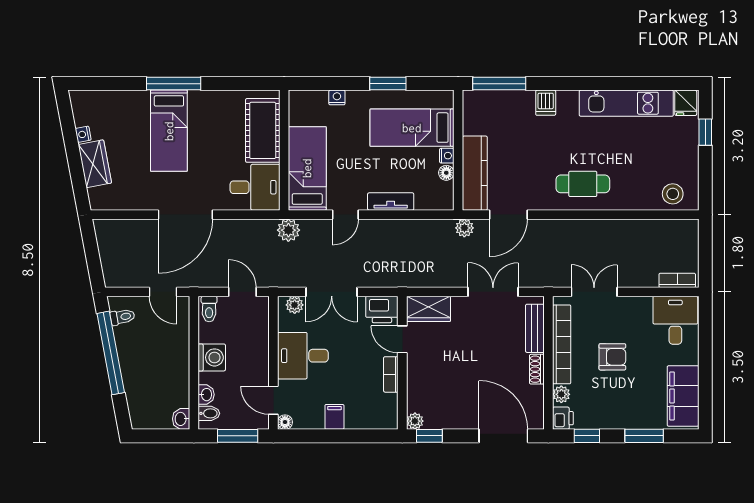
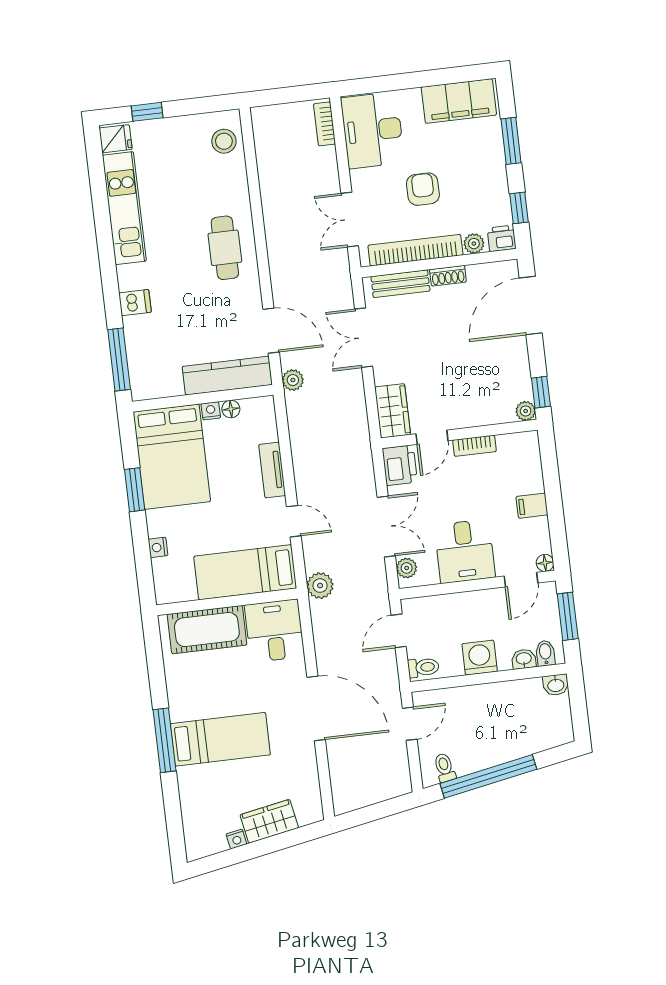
bed: (412, 128) -> (172, 457), width x1.50
desk: (675, 320) -> (373, 130), width x1.37

